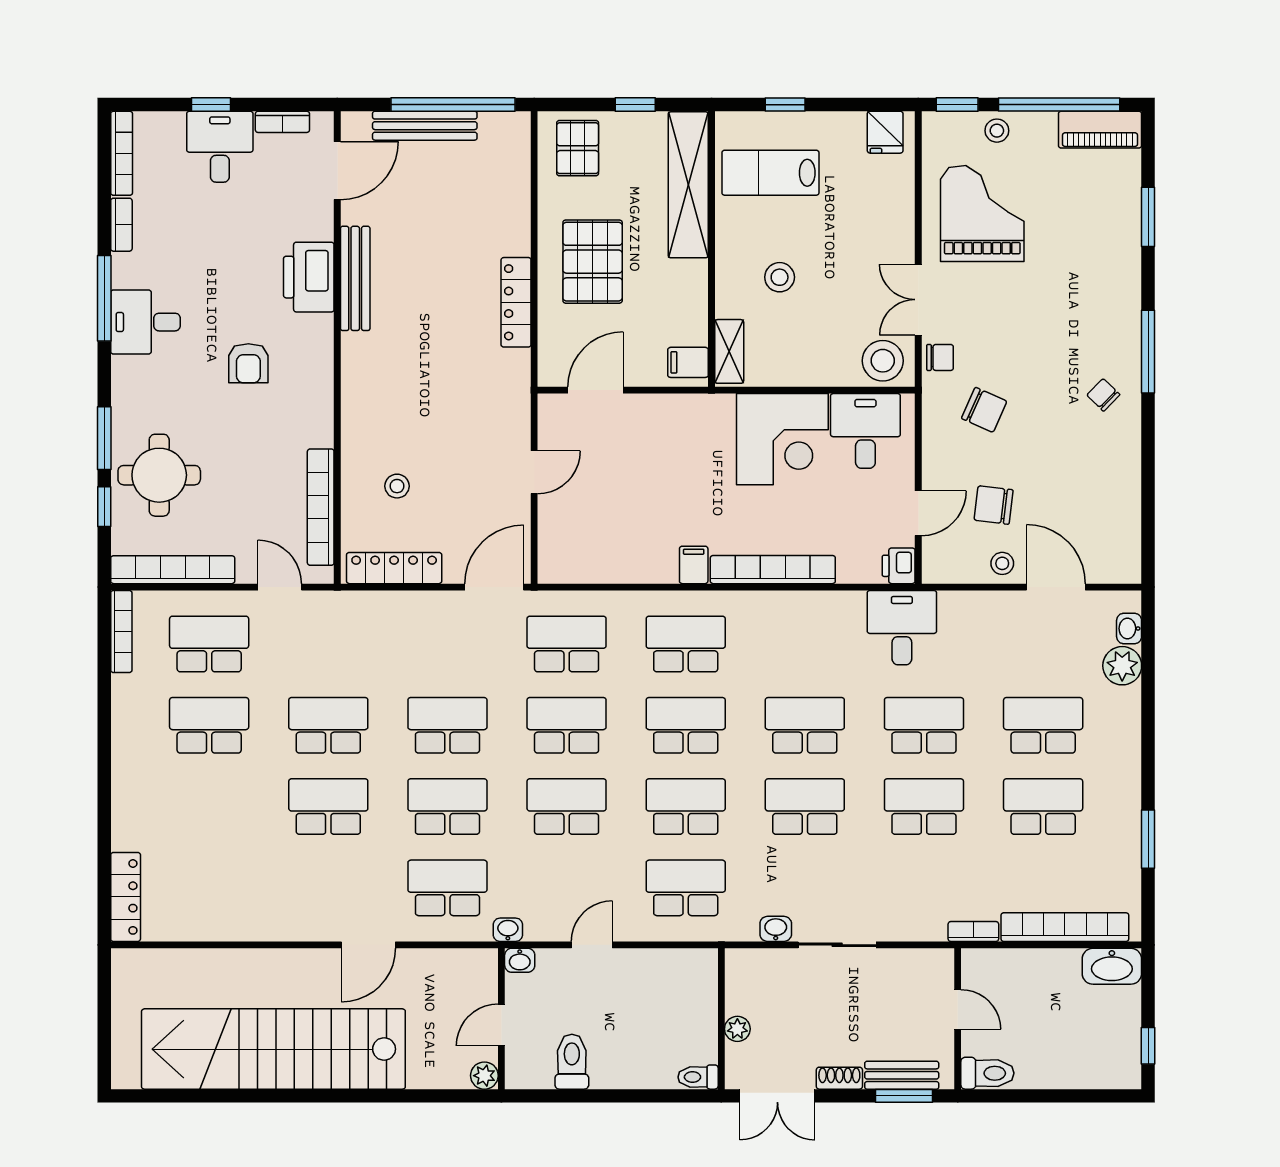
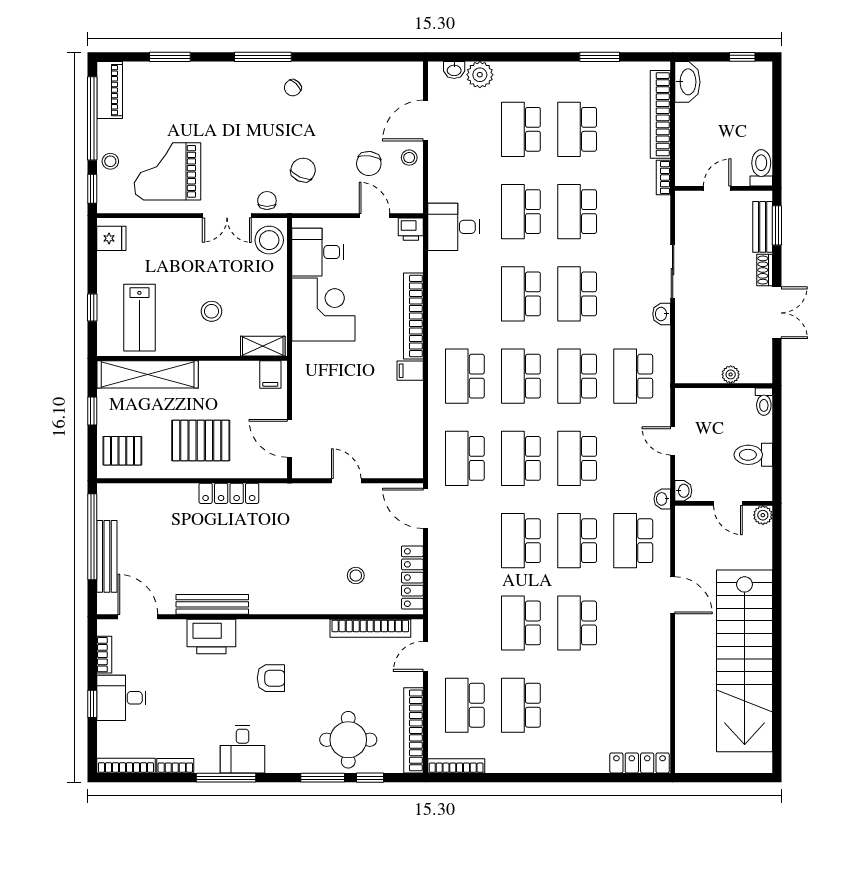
wall: (721, 1019) -> (724, 386), moved
plant: (737, 1029) -> (731, 374), moved
toilet: (698, 1077) -> (764, 402), moved

